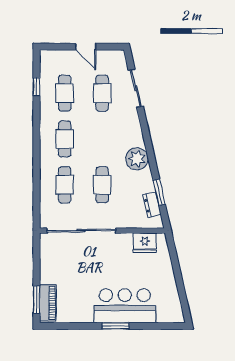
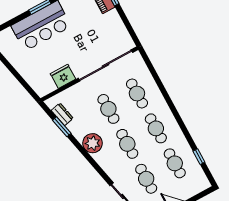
cafe table: (102, 139) -> (127, 144), added
fridge: (145, 243) -> (63, 76), moved

